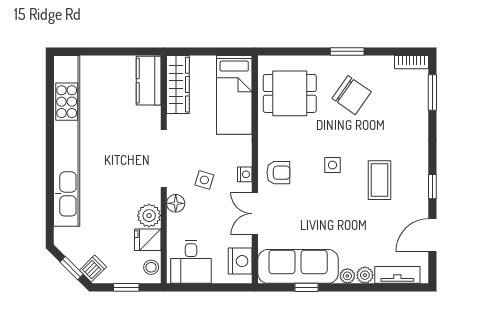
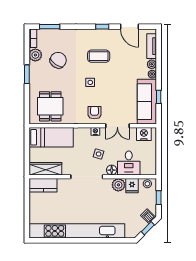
plant: (382, 67) -> (35, 55), added
chair: (352, 95) -> (58, 60), moved
desk: (191, 262) -> (129, 163), moved, turned 90

